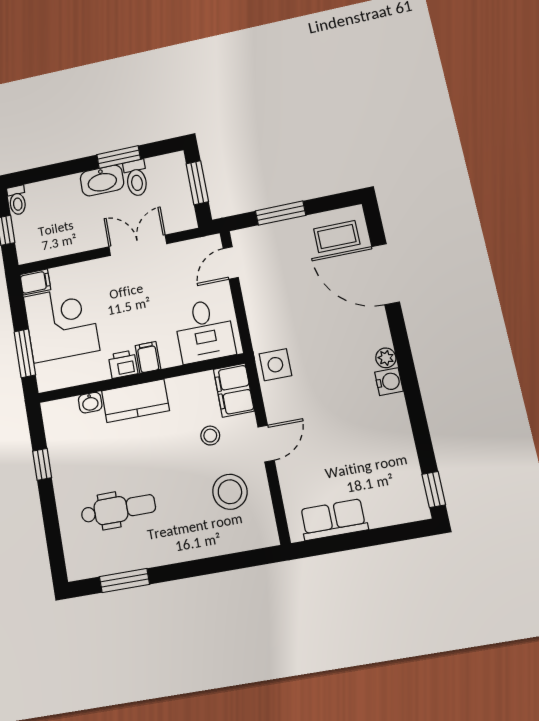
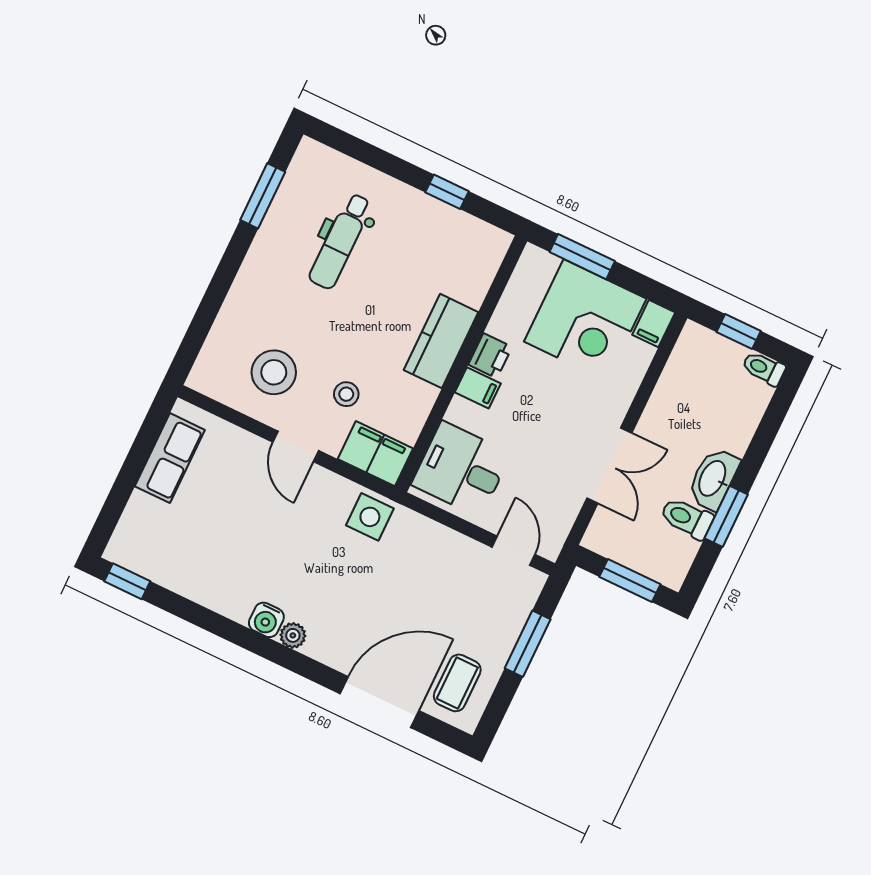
washbasin: (90, 403) -> (475, 291), removed

